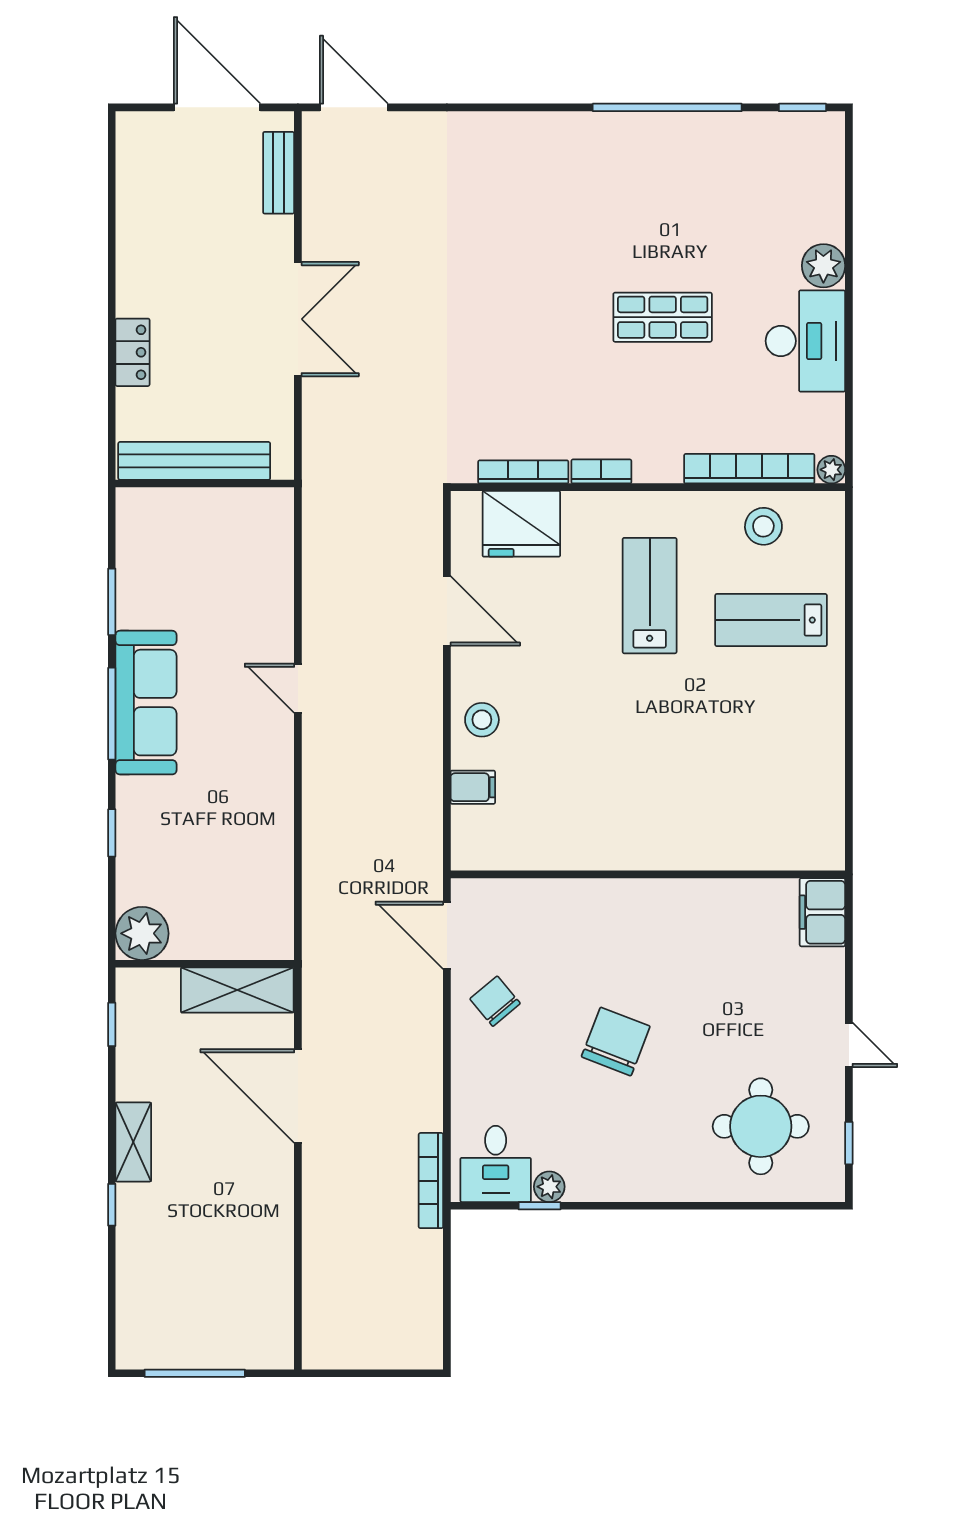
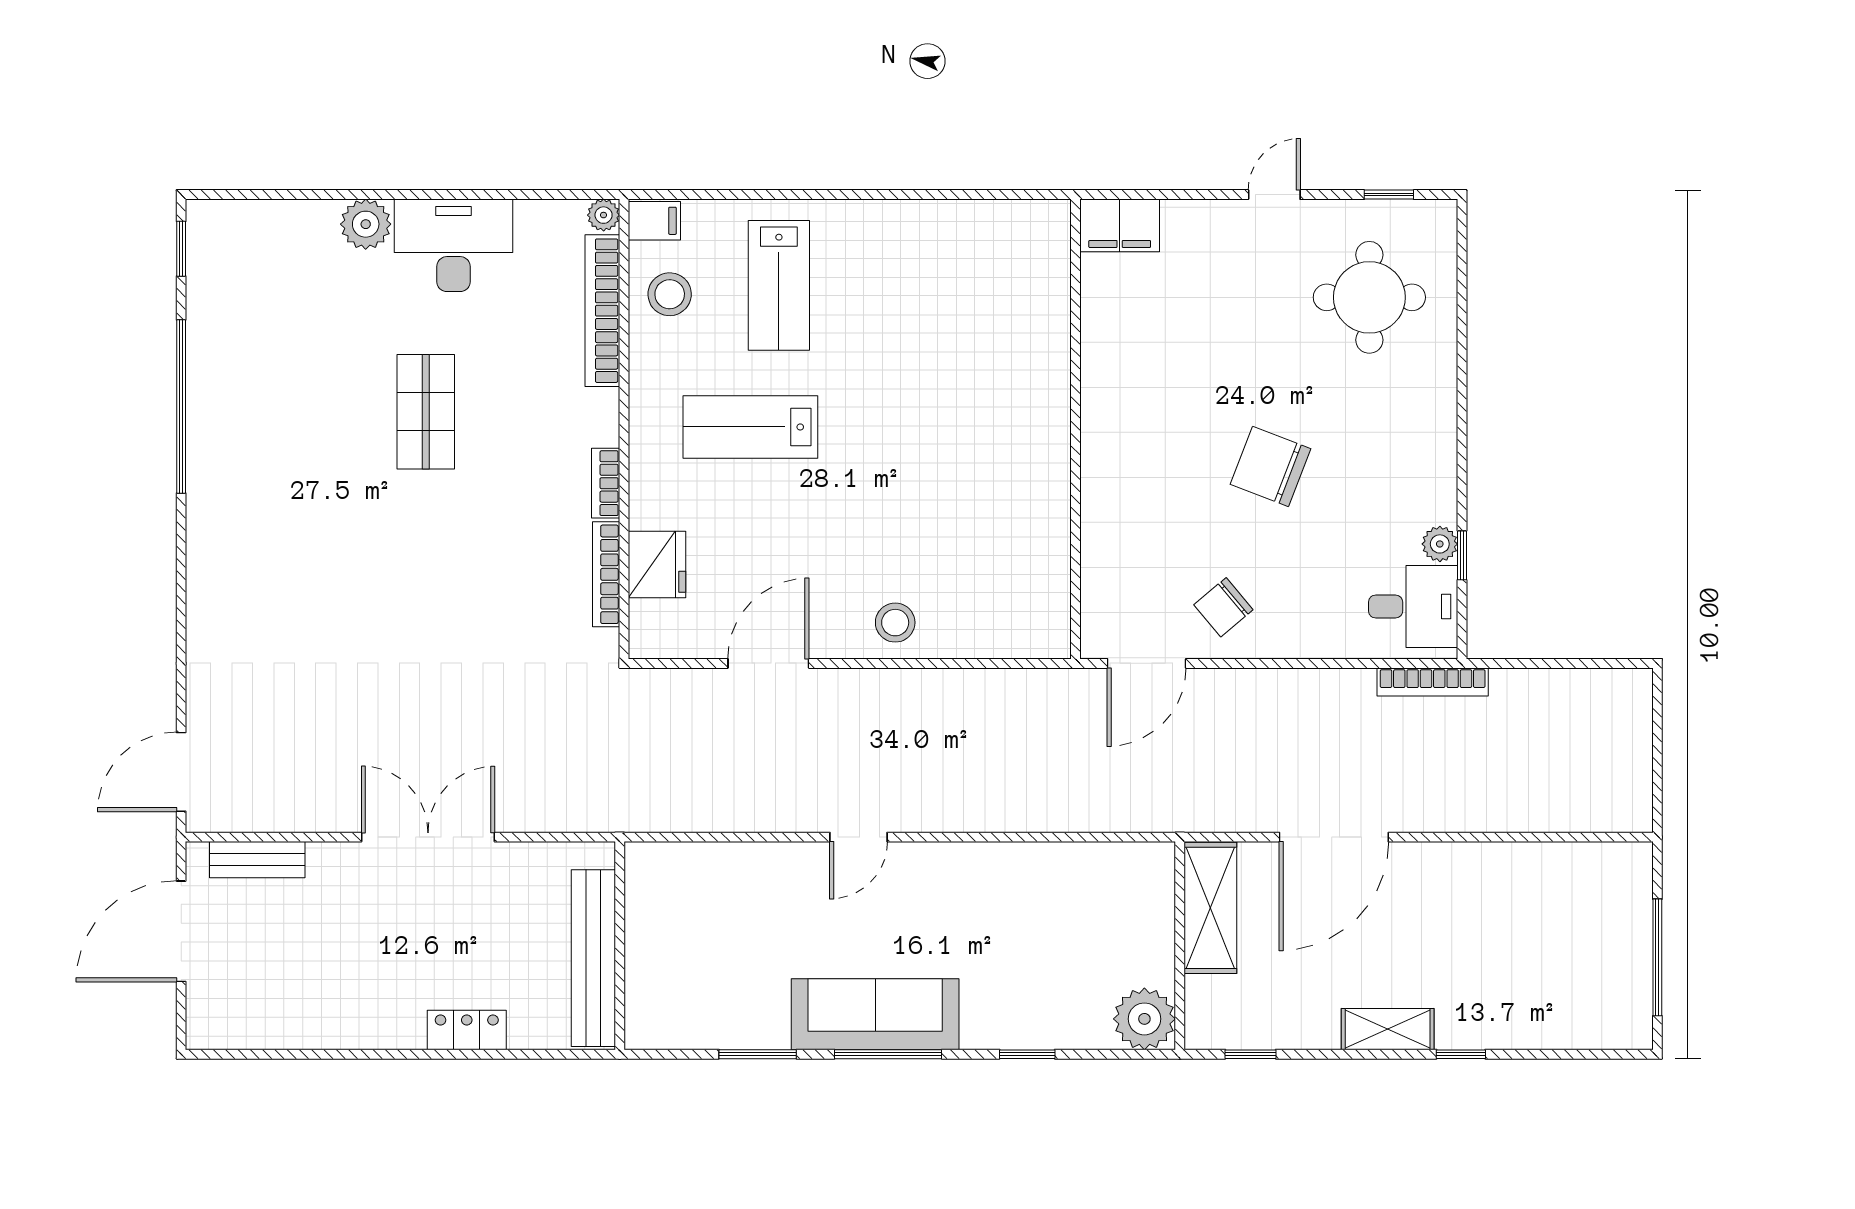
fridge: (521, 524) -> (657, 564), width x0.73, depth x0.75
filing cabinet: (473, 787) -> (654, 221), moved, turned 90

